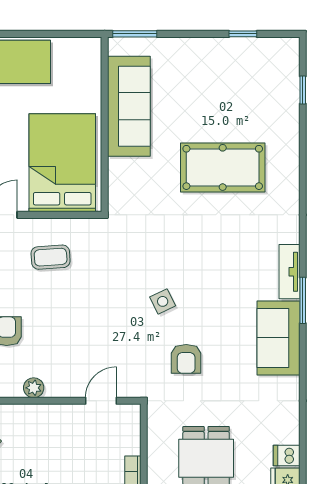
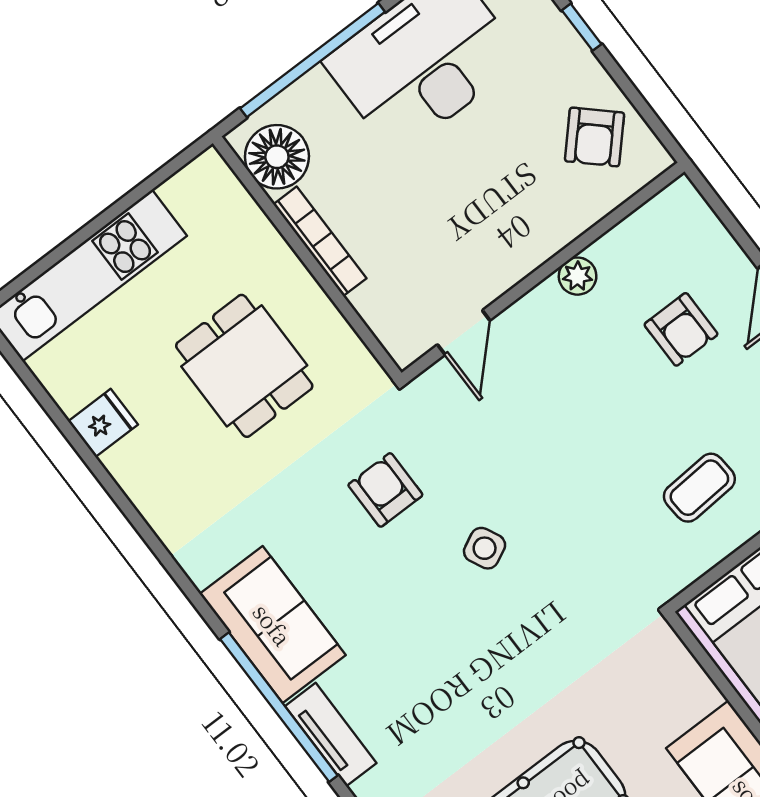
window: (303, 300) -> (279, 707), width x2.11
dishwasher: (287, 455) -> (129, 460), removed

